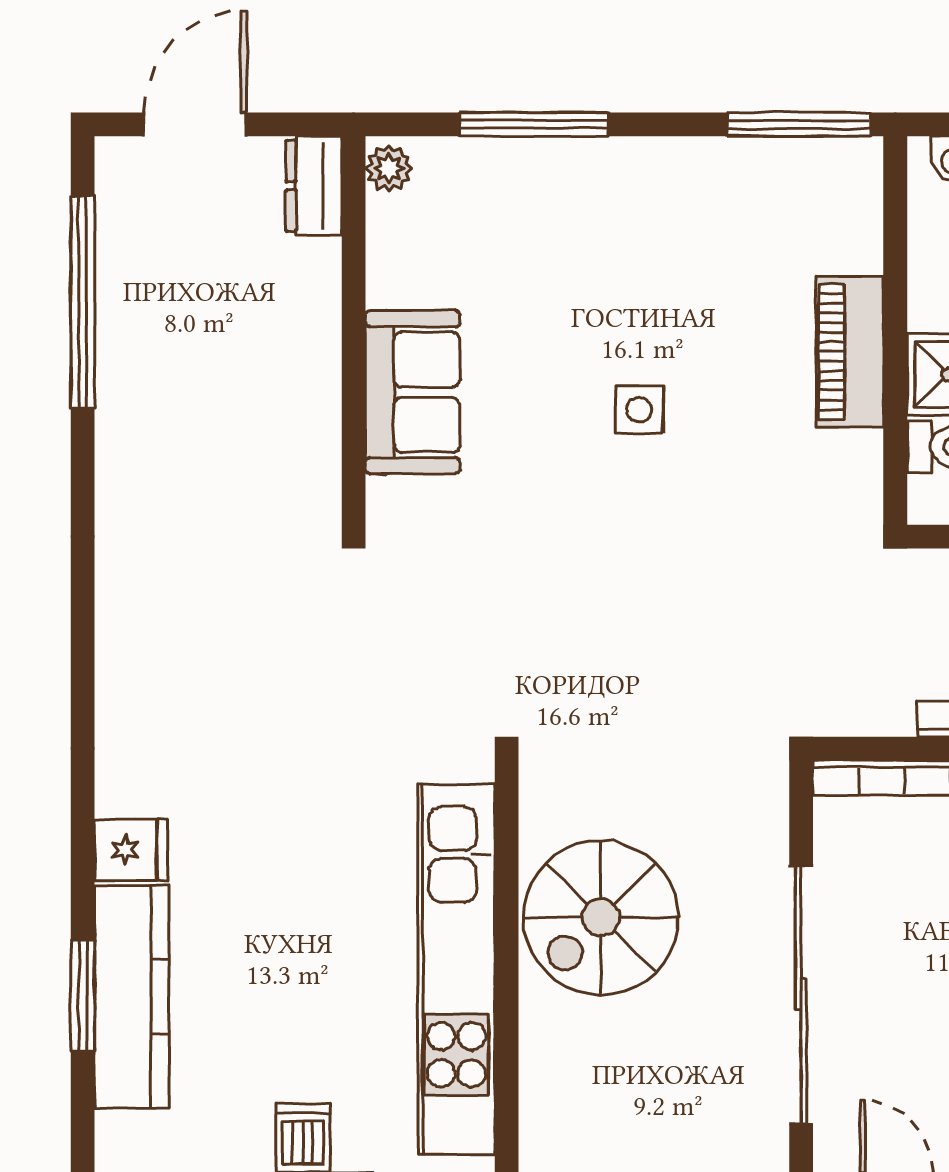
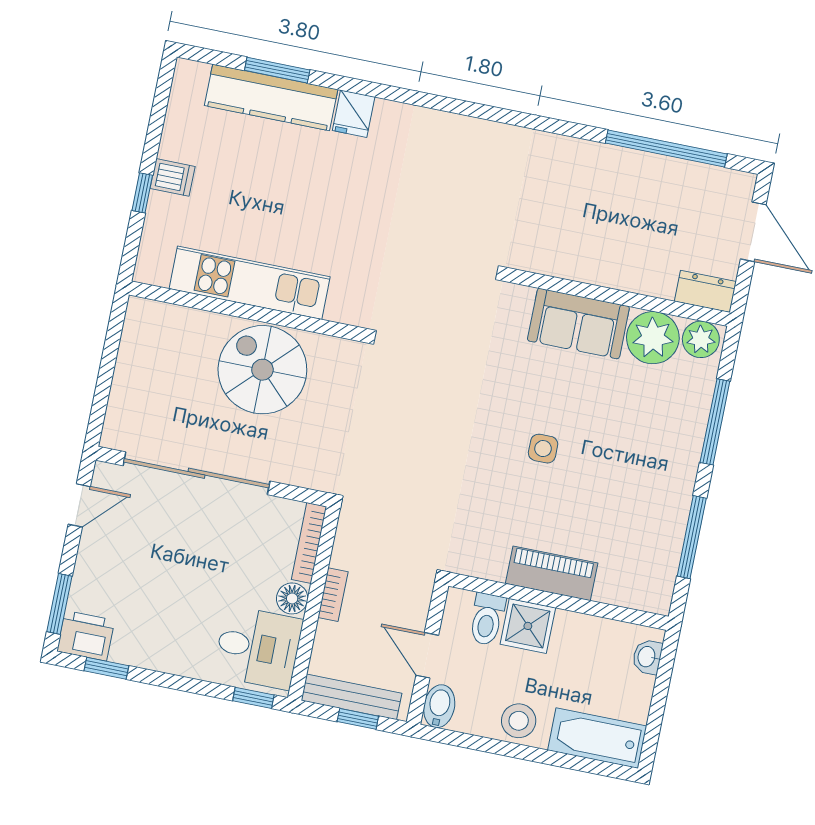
window: (799, 124) -> (692, 537), moved
plant: (389, 168) -> (701, 339), width x1.38, depth x1.38
plant: (411, 260) -> (653, 338), added
kitchen unit: (457, 969) -> (250, 283), width x0.73

